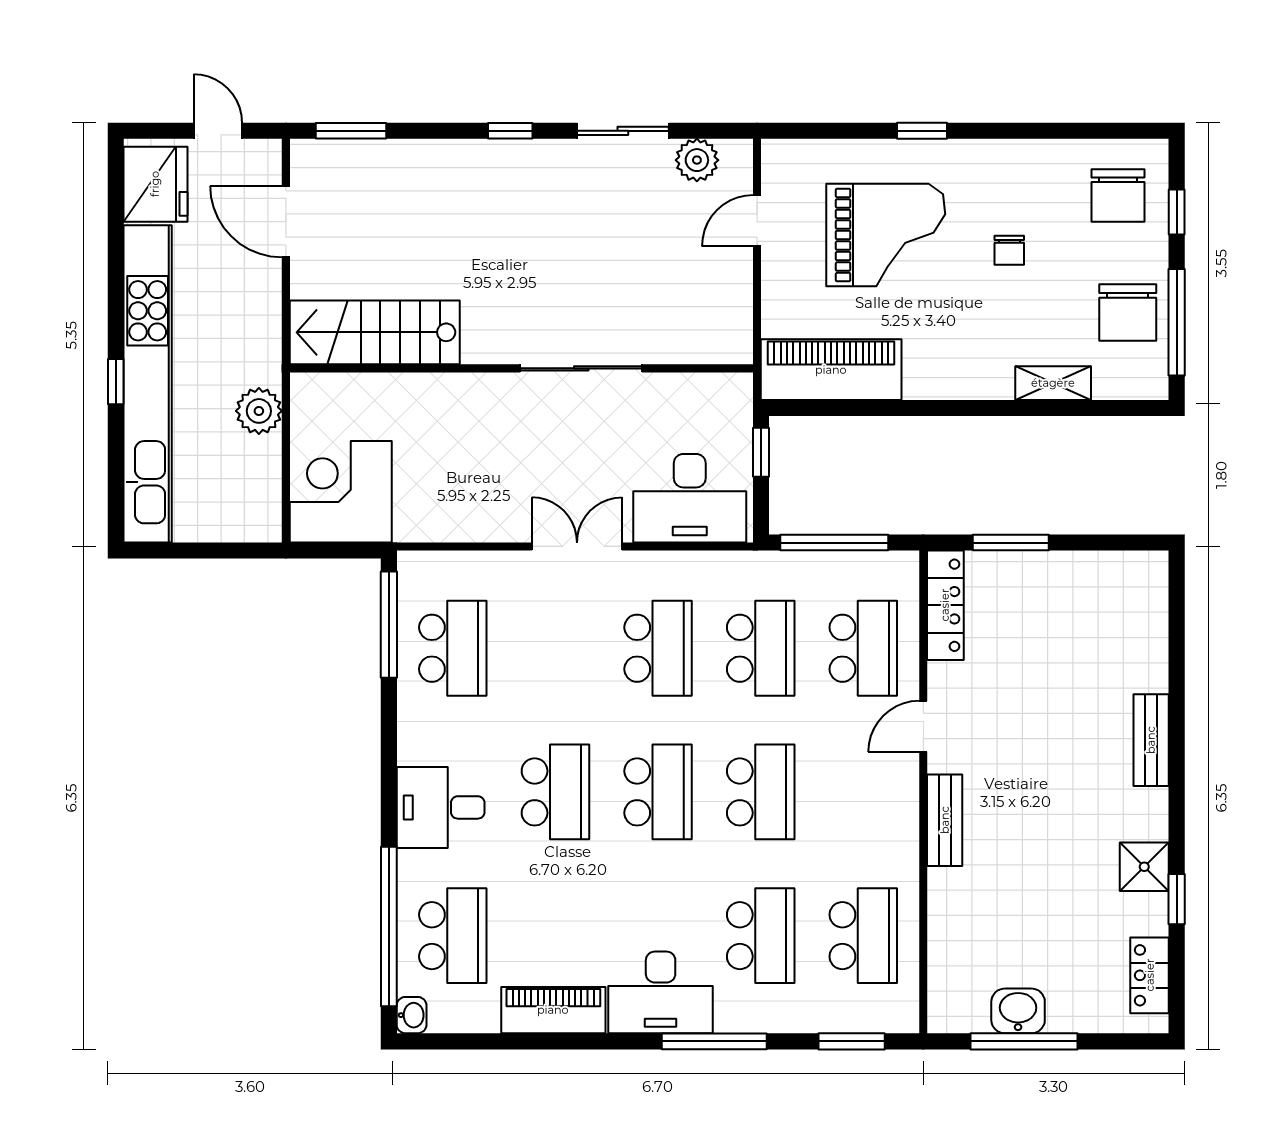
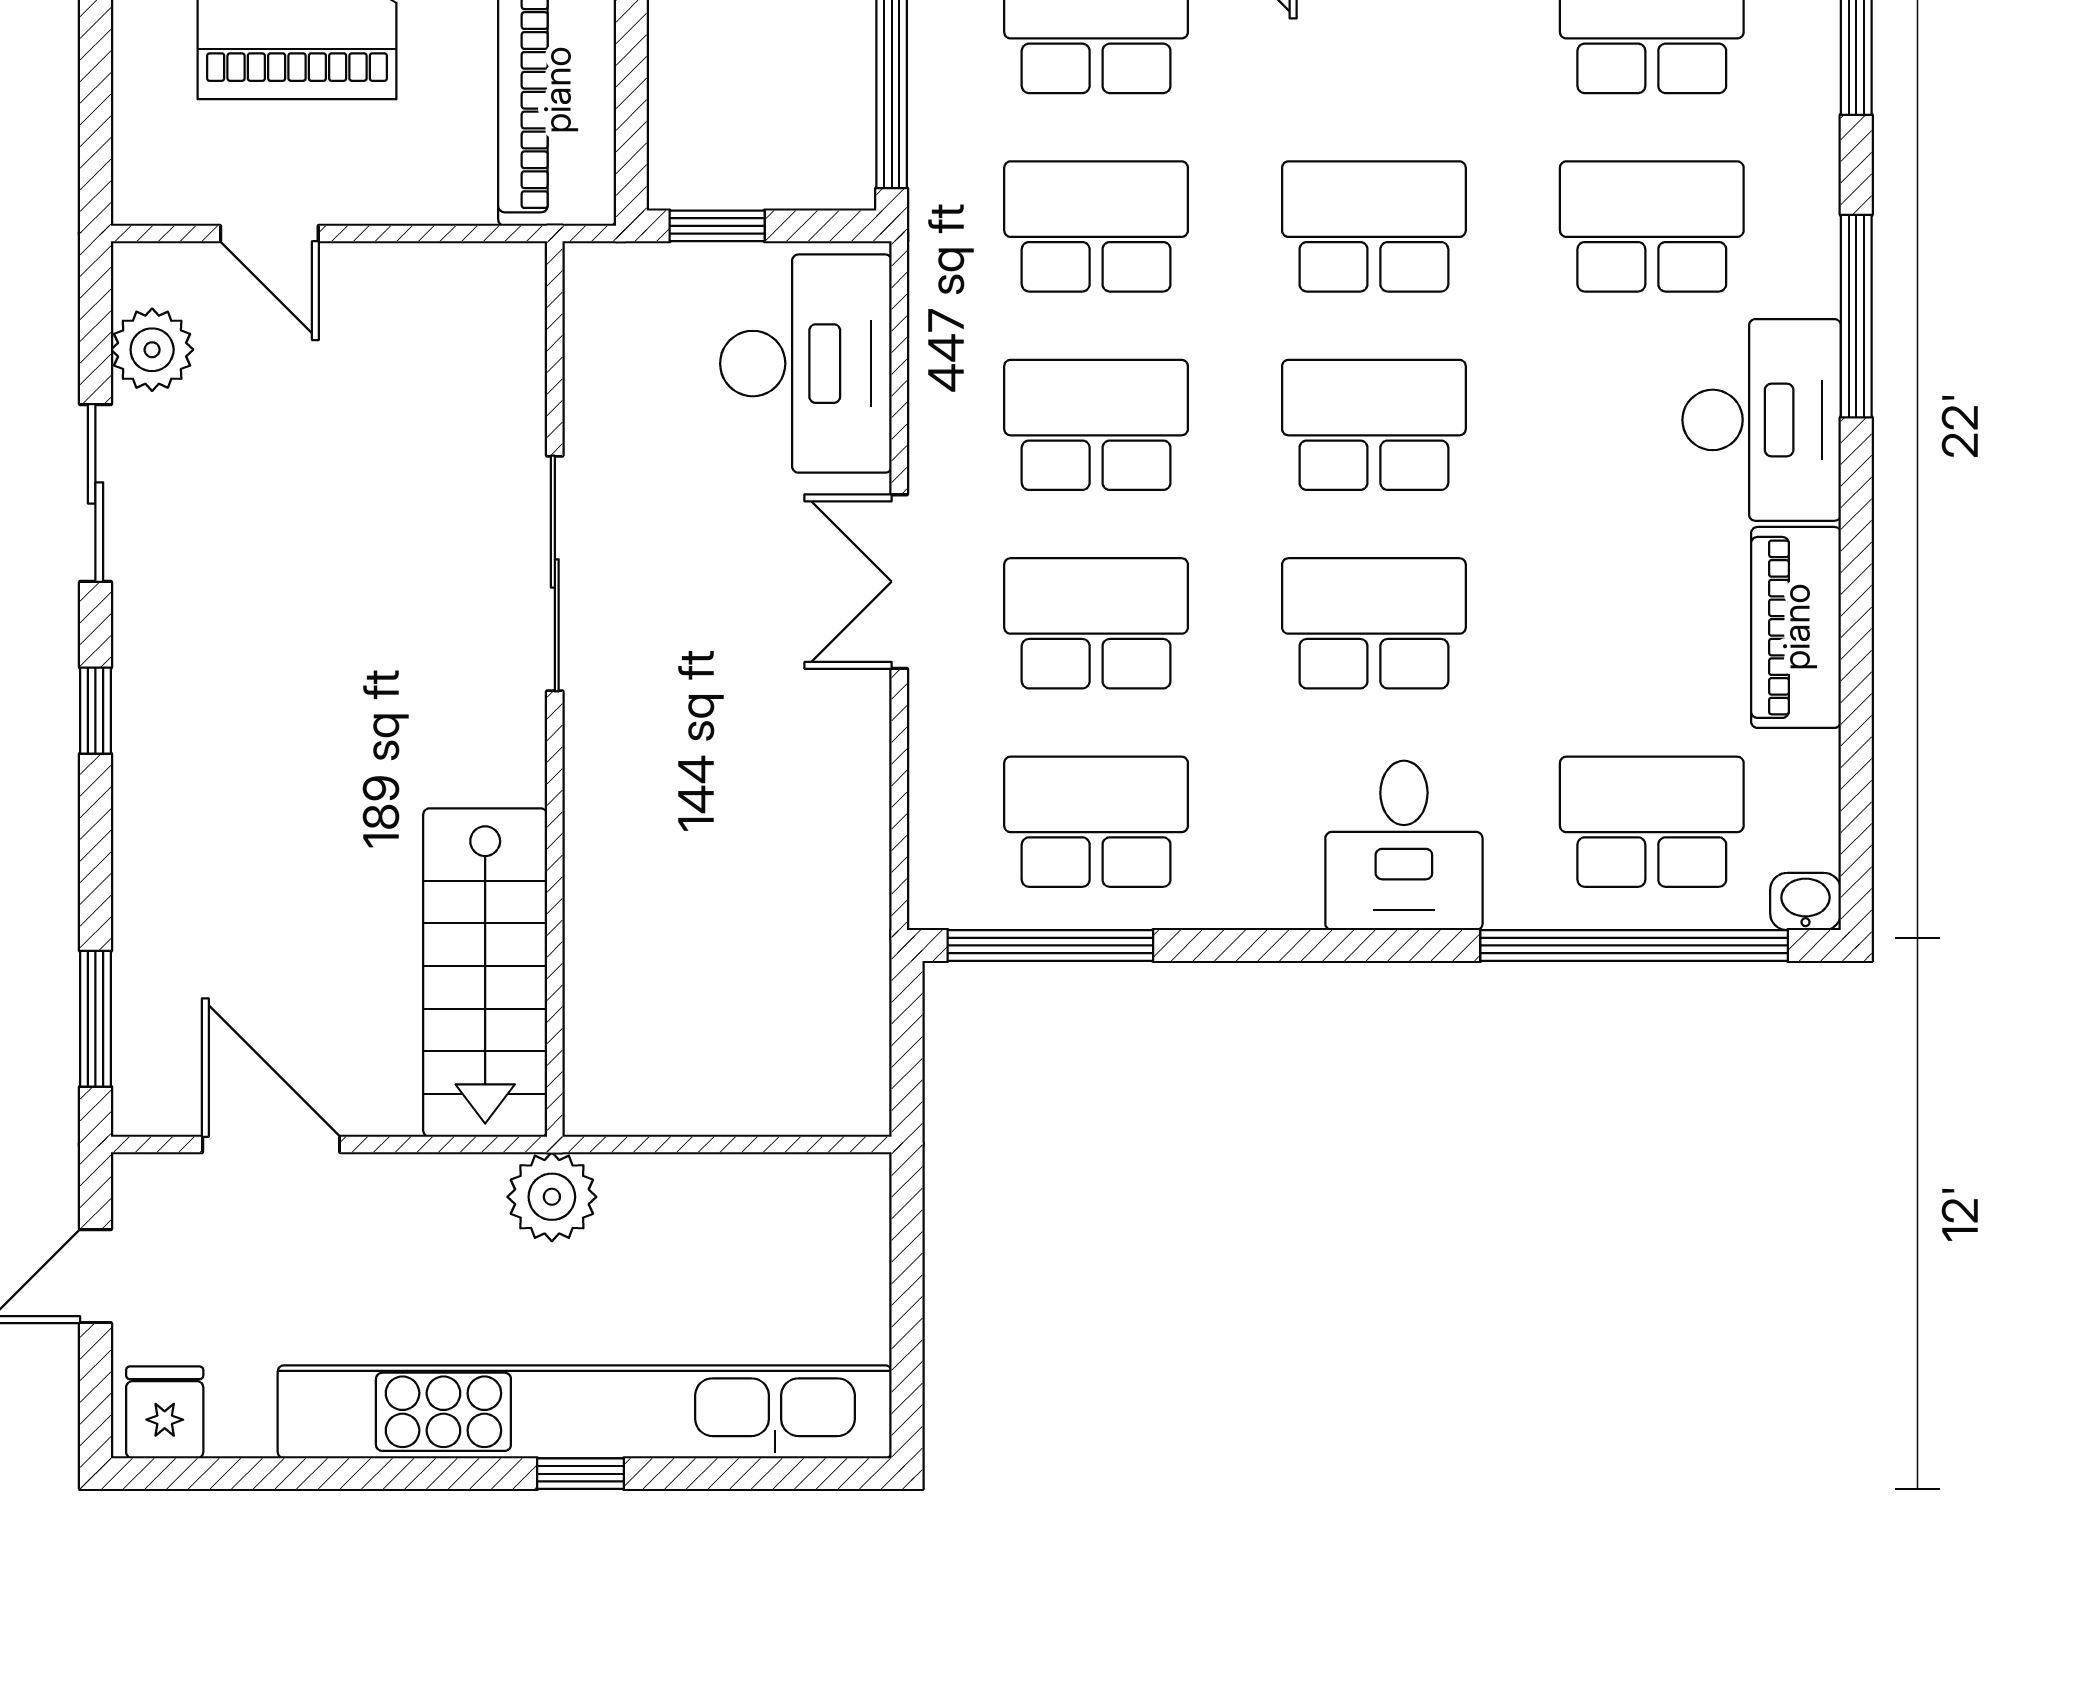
fridge: (155, 184) -> (165, 1412), width x0.53, depth x0.75
door: (286, 222) -> (271, 1144), swing flipped
plant: (259, 411) -> (552, 1197), moved
corner desk: (341, 492) -> (793, 1038), removed
school desk: (555, 648) -> (1096, 623), added

